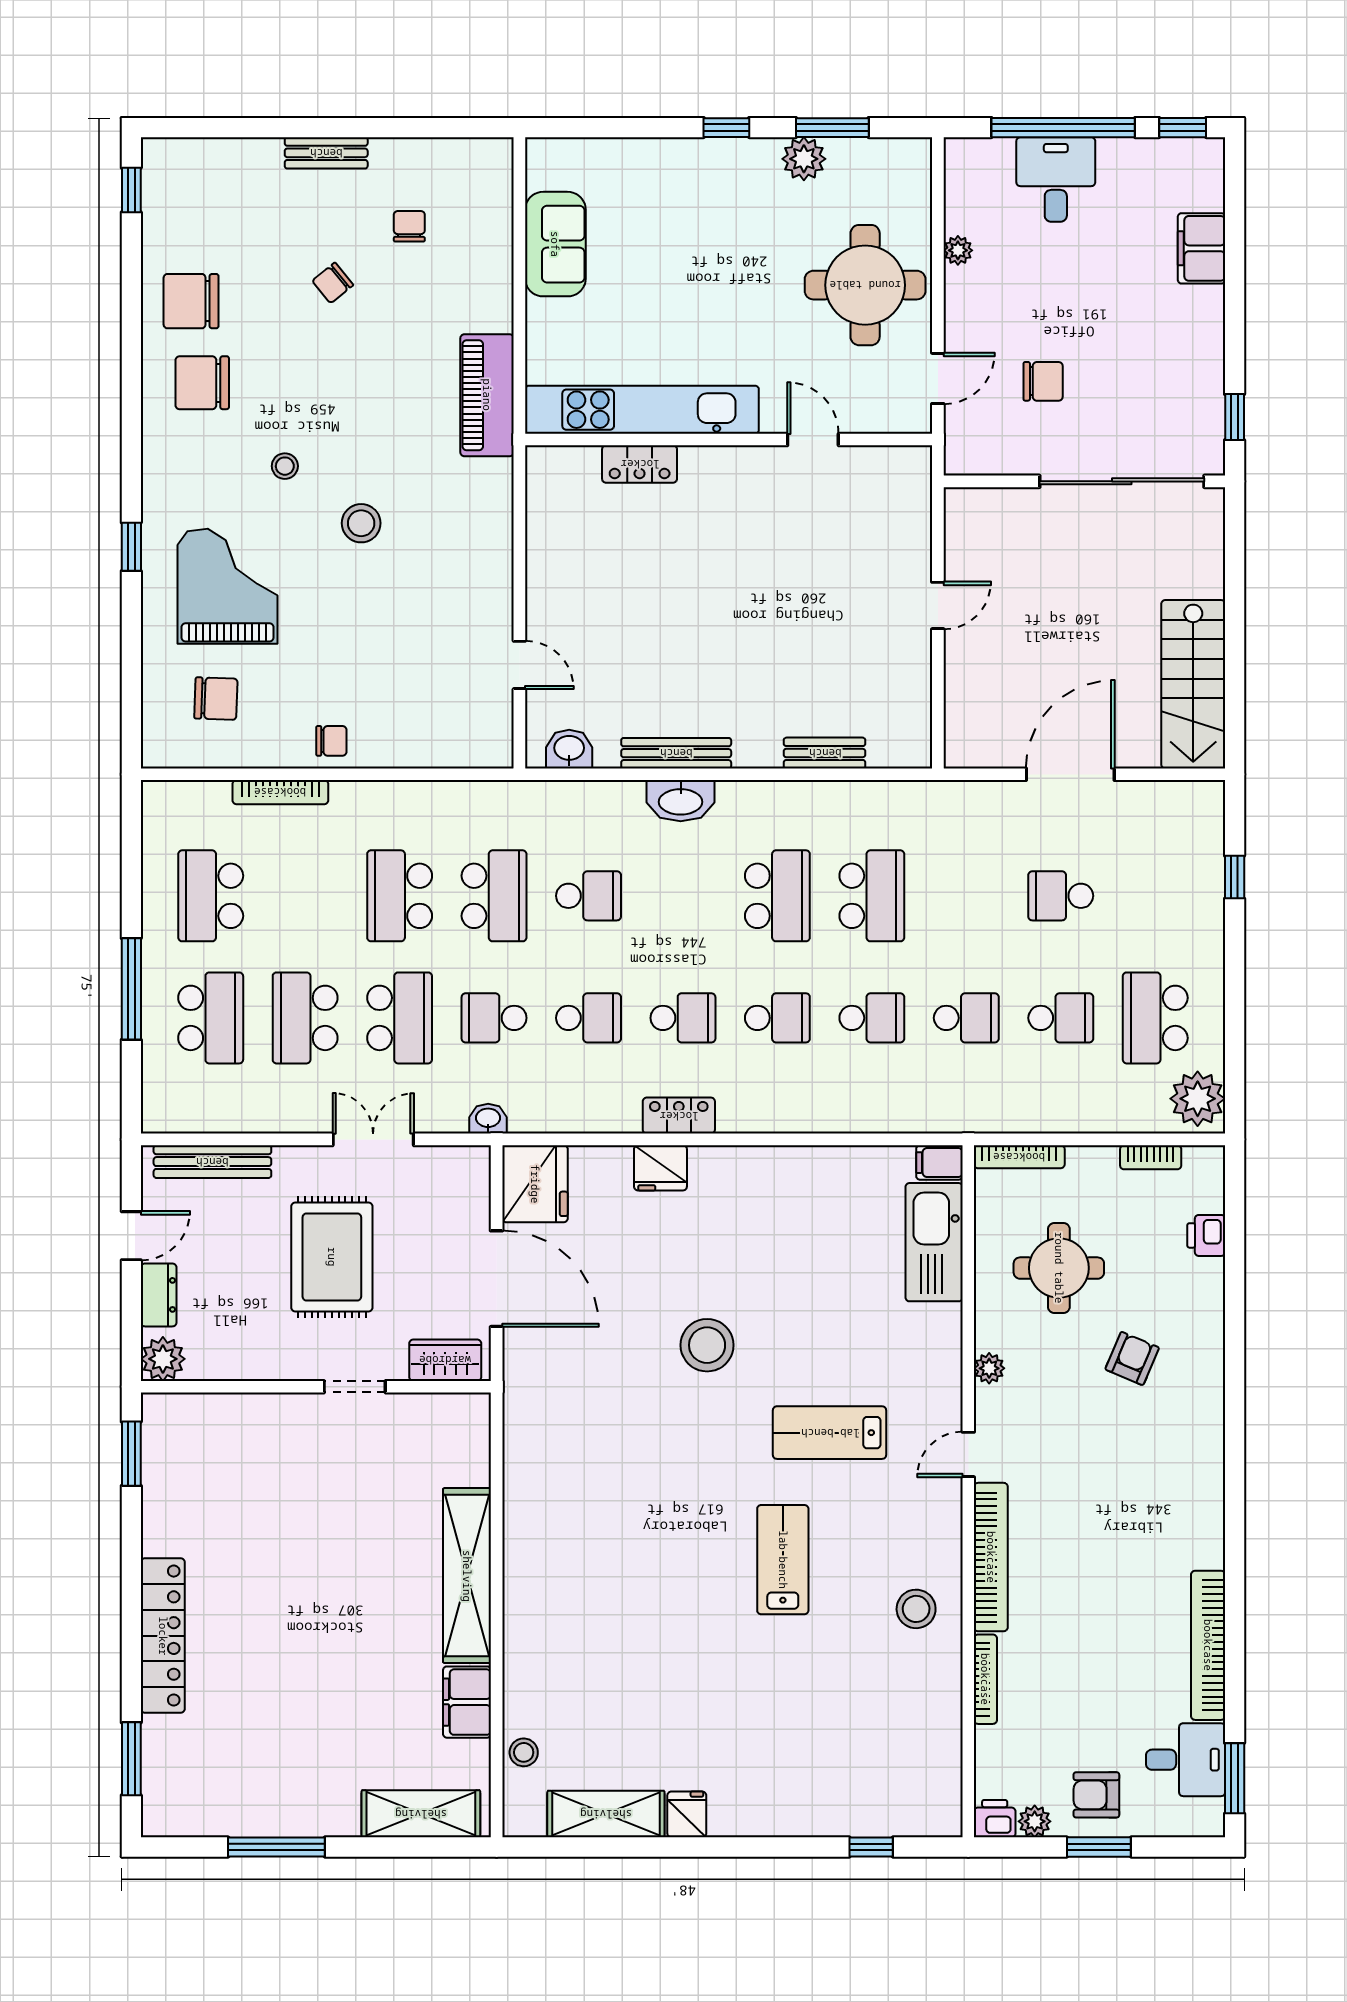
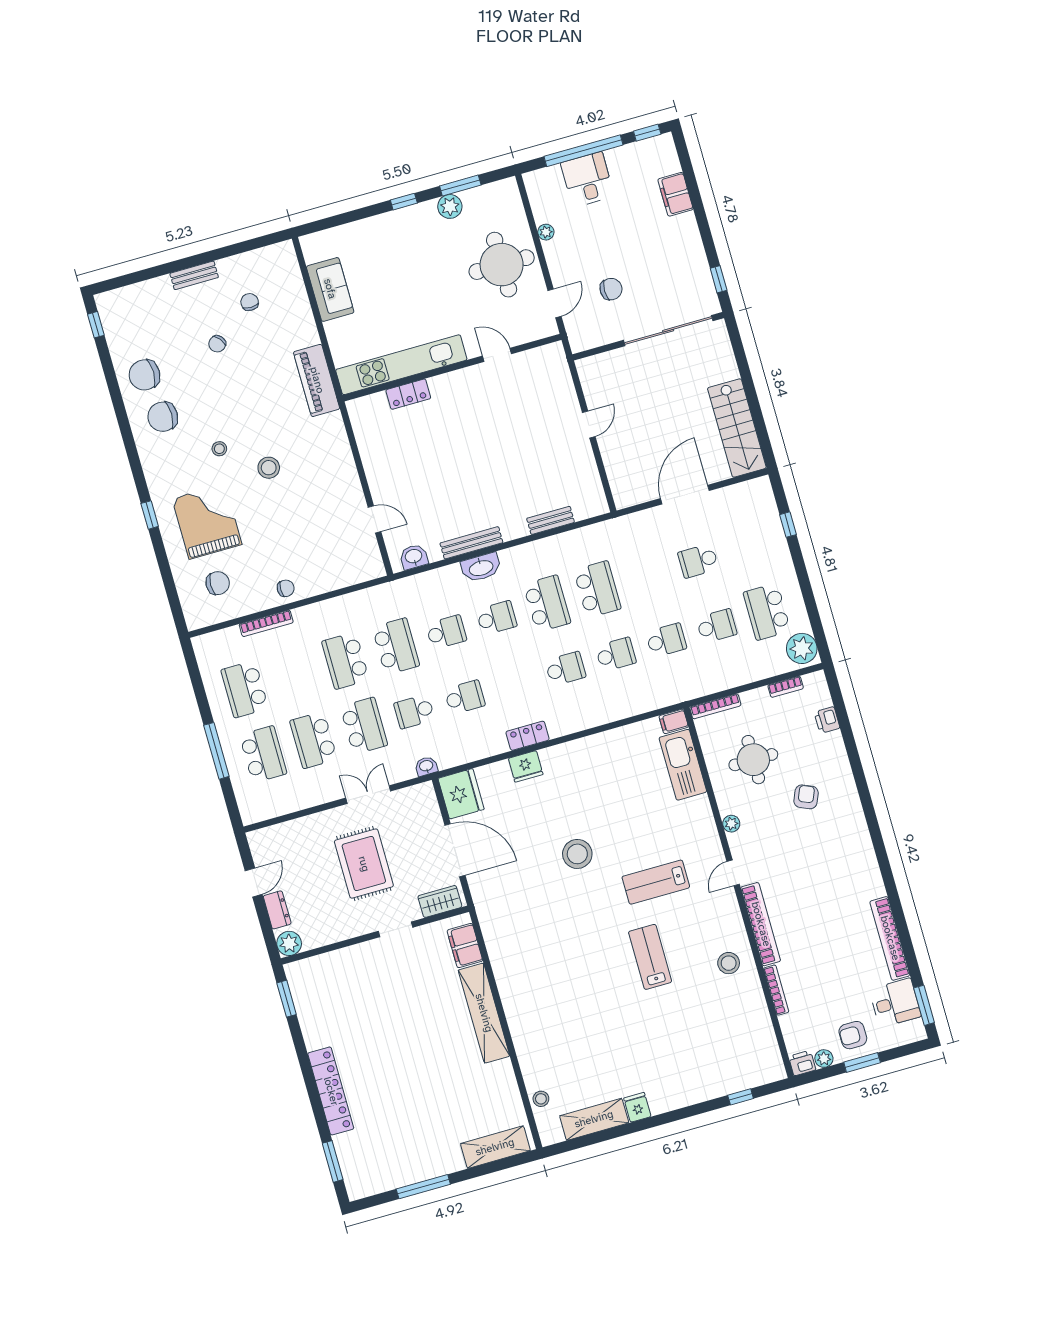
school desk: (683, 1018) -> (497, 618), moved
bench: (212, 1162) -> (286, 831), removed
filing cabinet: (467, 1702) -> (465, 946), moved

